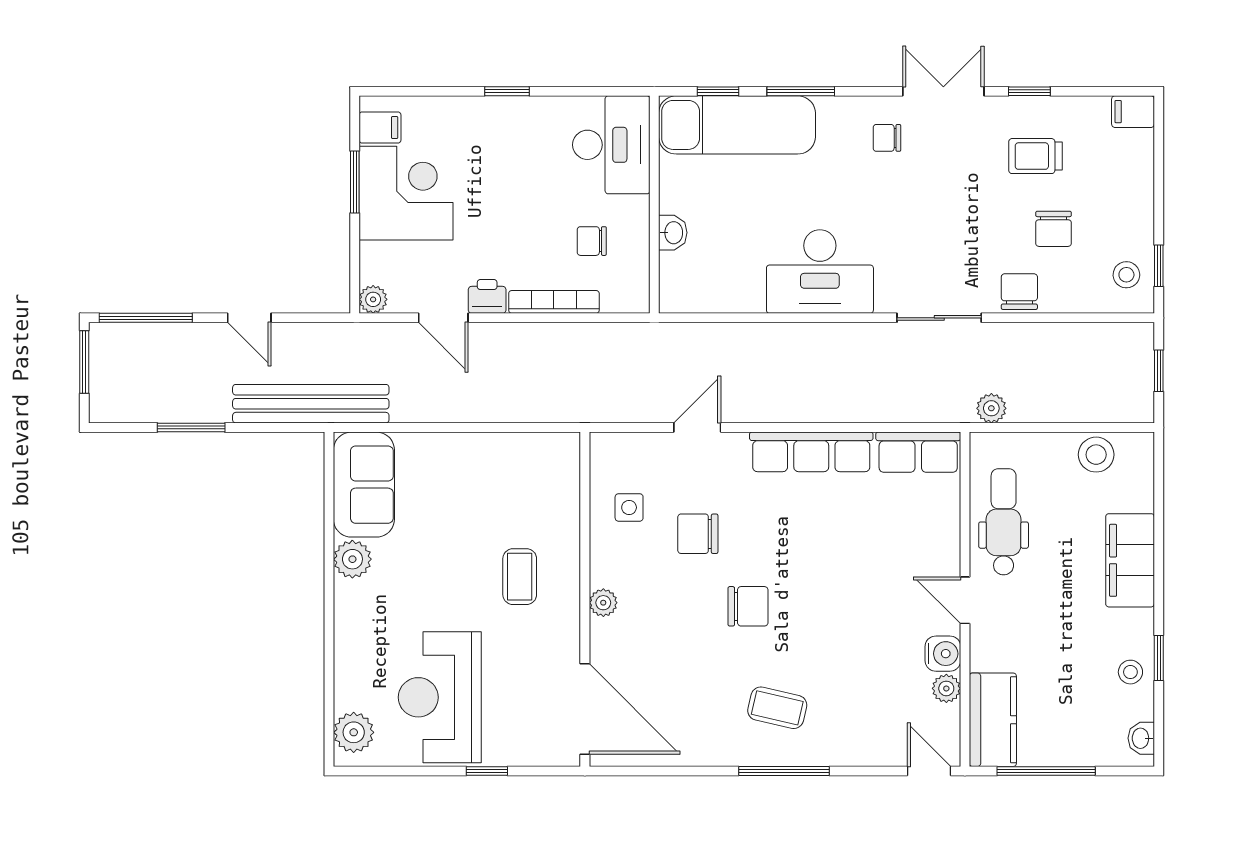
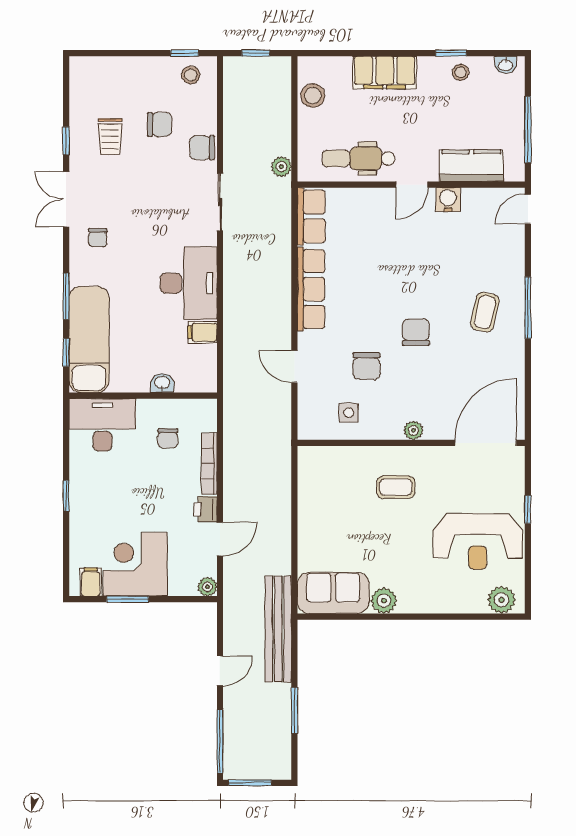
filing cabinet: (1133, 112) -> (203, 332), moved, turned 90
plant: (946, 688) -> (472, 197), removed
kitchen counter: (993, 720) -> (471, 166), moved

